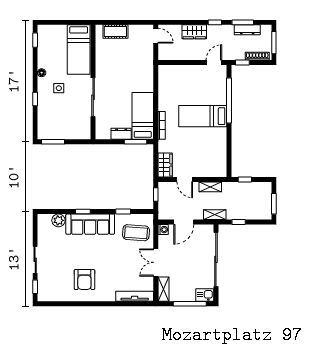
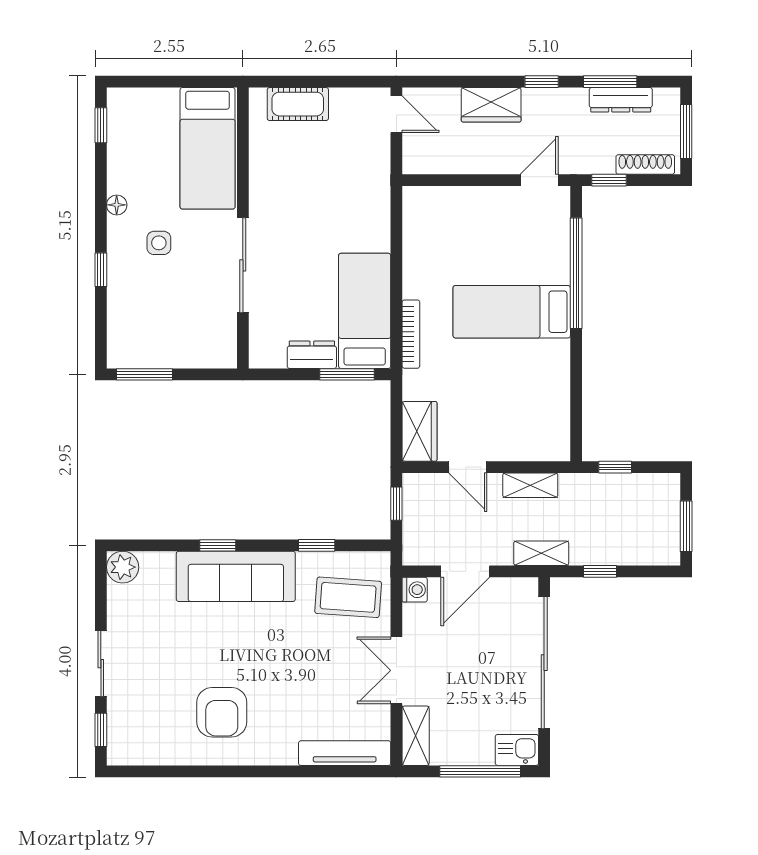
plant: (58, 220) -> (123, 567), moved

